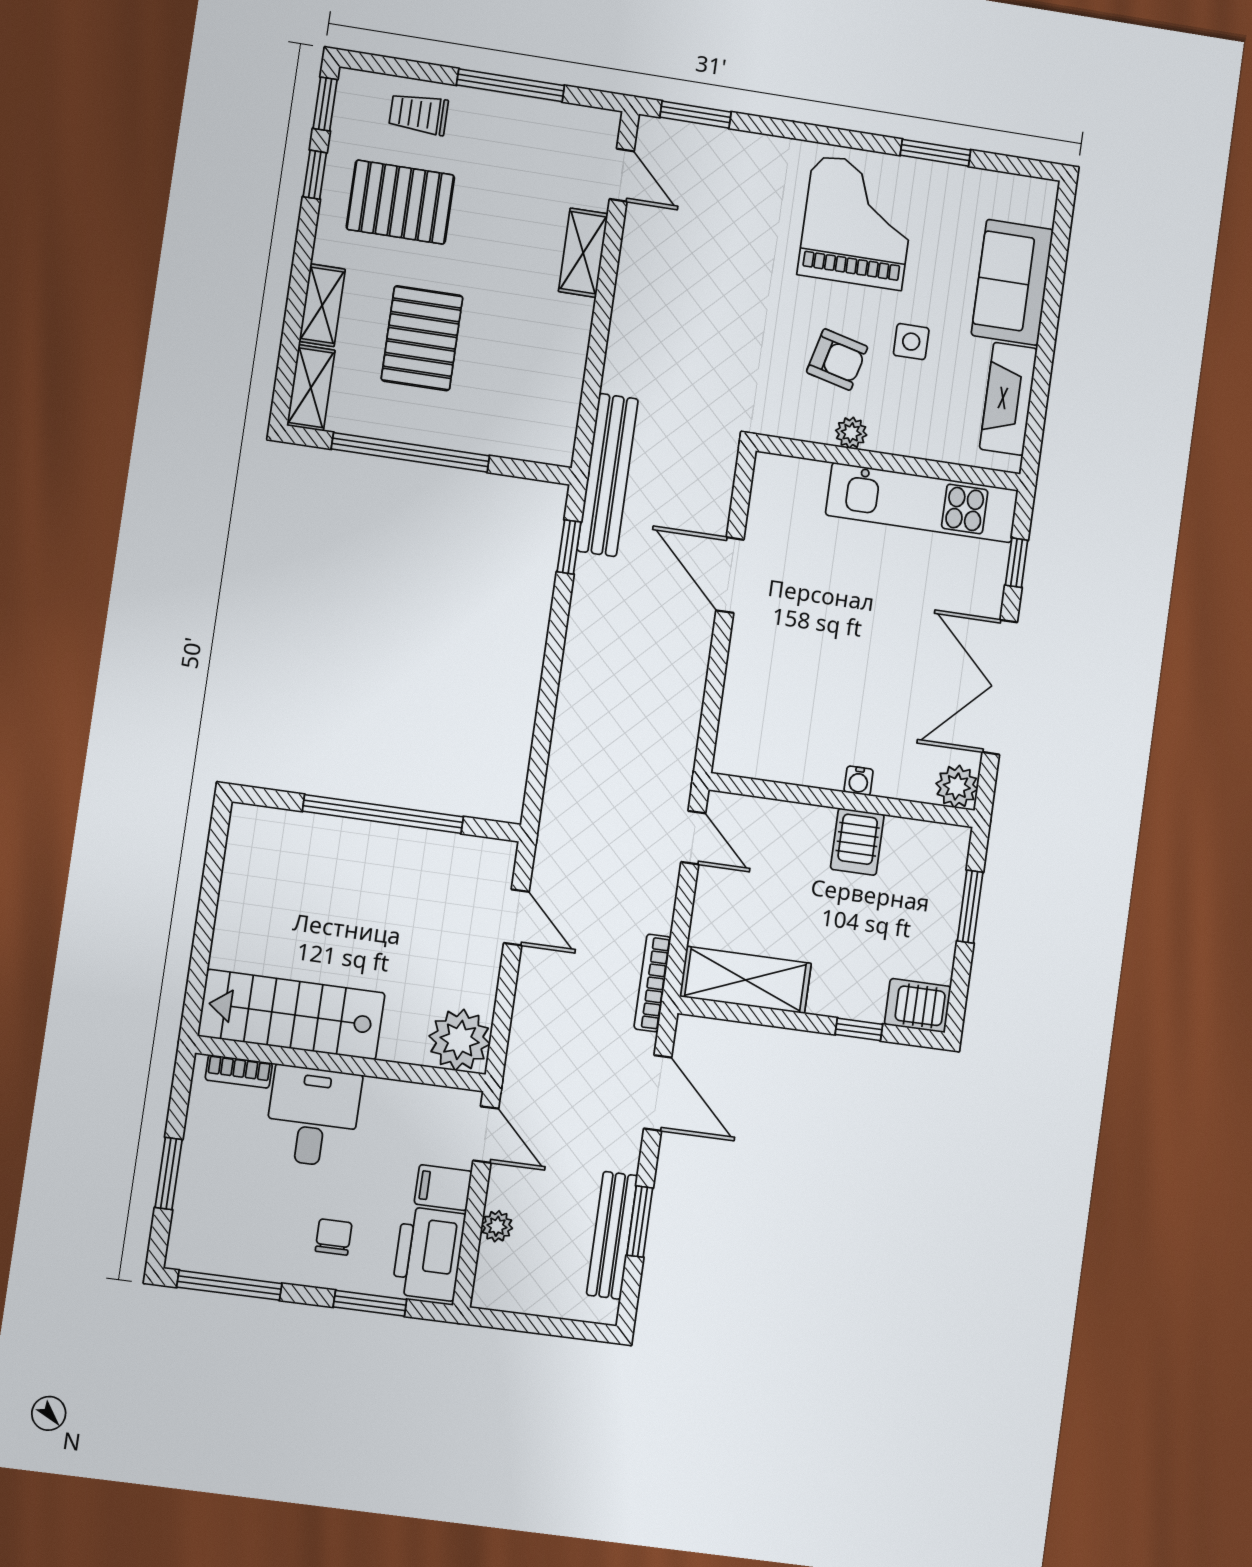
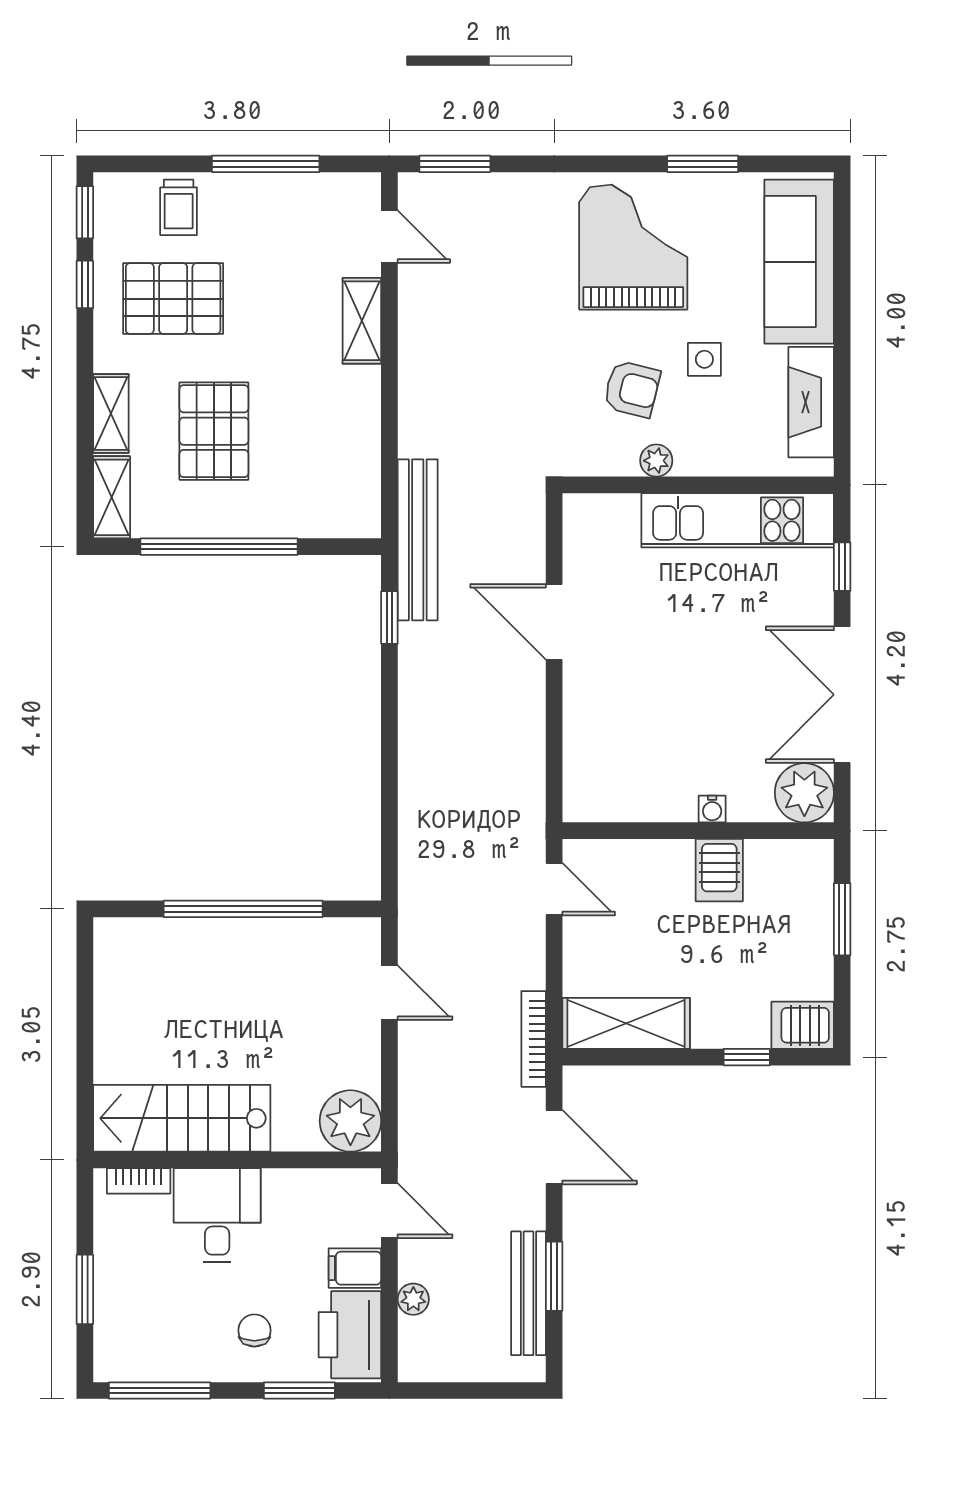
trolley: (419, 114) -> (179, 207), turned -90
sofa: (1012, 282) -> (799, 262), width x1.36
plant: (957, 786) -> (804, 793), width x1.36, depth x1.36

